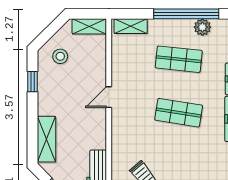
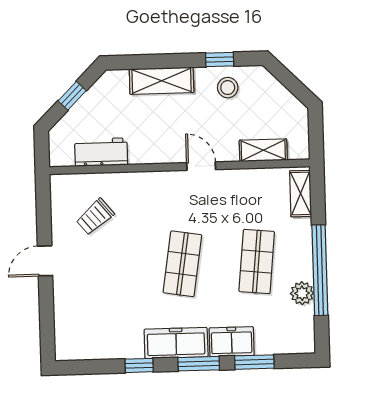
shelving: (89, 26) -> (263, 150), moved, turned 90
stool: (60, 56) -> (228, 88), moved
shelving: (46, 139) -> (162, 81), moved

